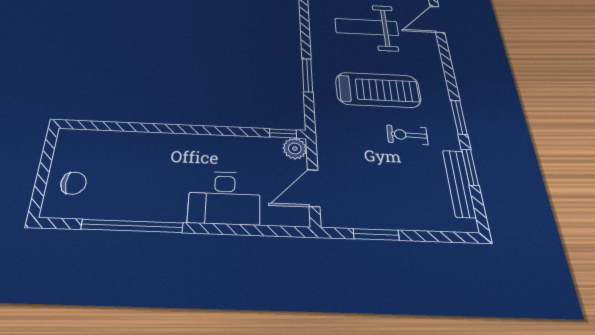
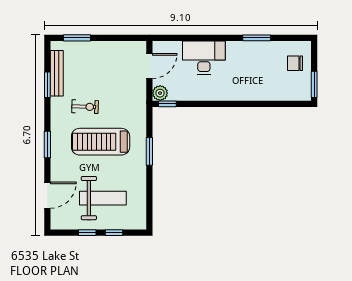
door: (437, 19) -> (47, 195), moved
window: (459, 117) -> (47, 145), moved
window: (48, 151) -> (314, 84), added
window: (132, 226) -> (257, 38), width x0.47
window: (376, 235) -> (77, 38), moved

